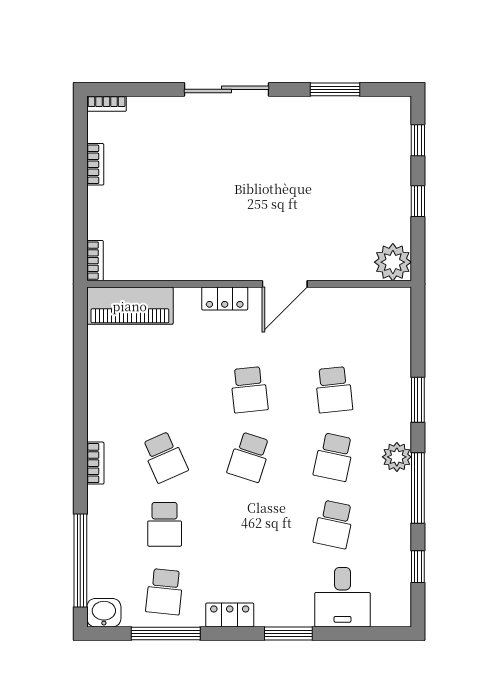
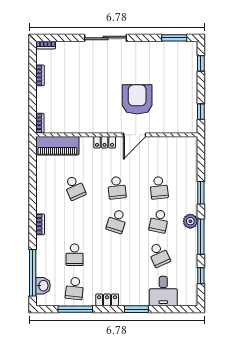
window: (335, 89) -> (174, 38), moved
window: (418, 201) -> (201, 112), moved
armchair: (290, 213) -> (137, 99), added
plant: (393, 262) -> (188, 124), removed
school desk: (165, 457) -> (75, 188), moved
school desk: (334, 524) -> (159, 255), turned -36
washbasin: (104, 613) -> (43, 286), moved, turned 90

